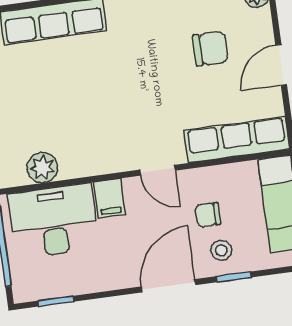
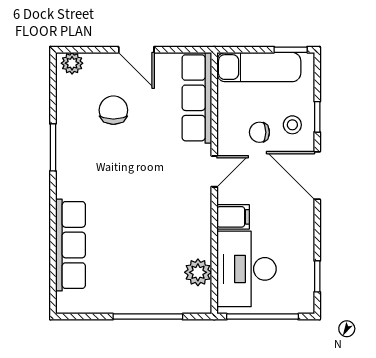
chair: (208, 215) -> (259, 132), turned 90

